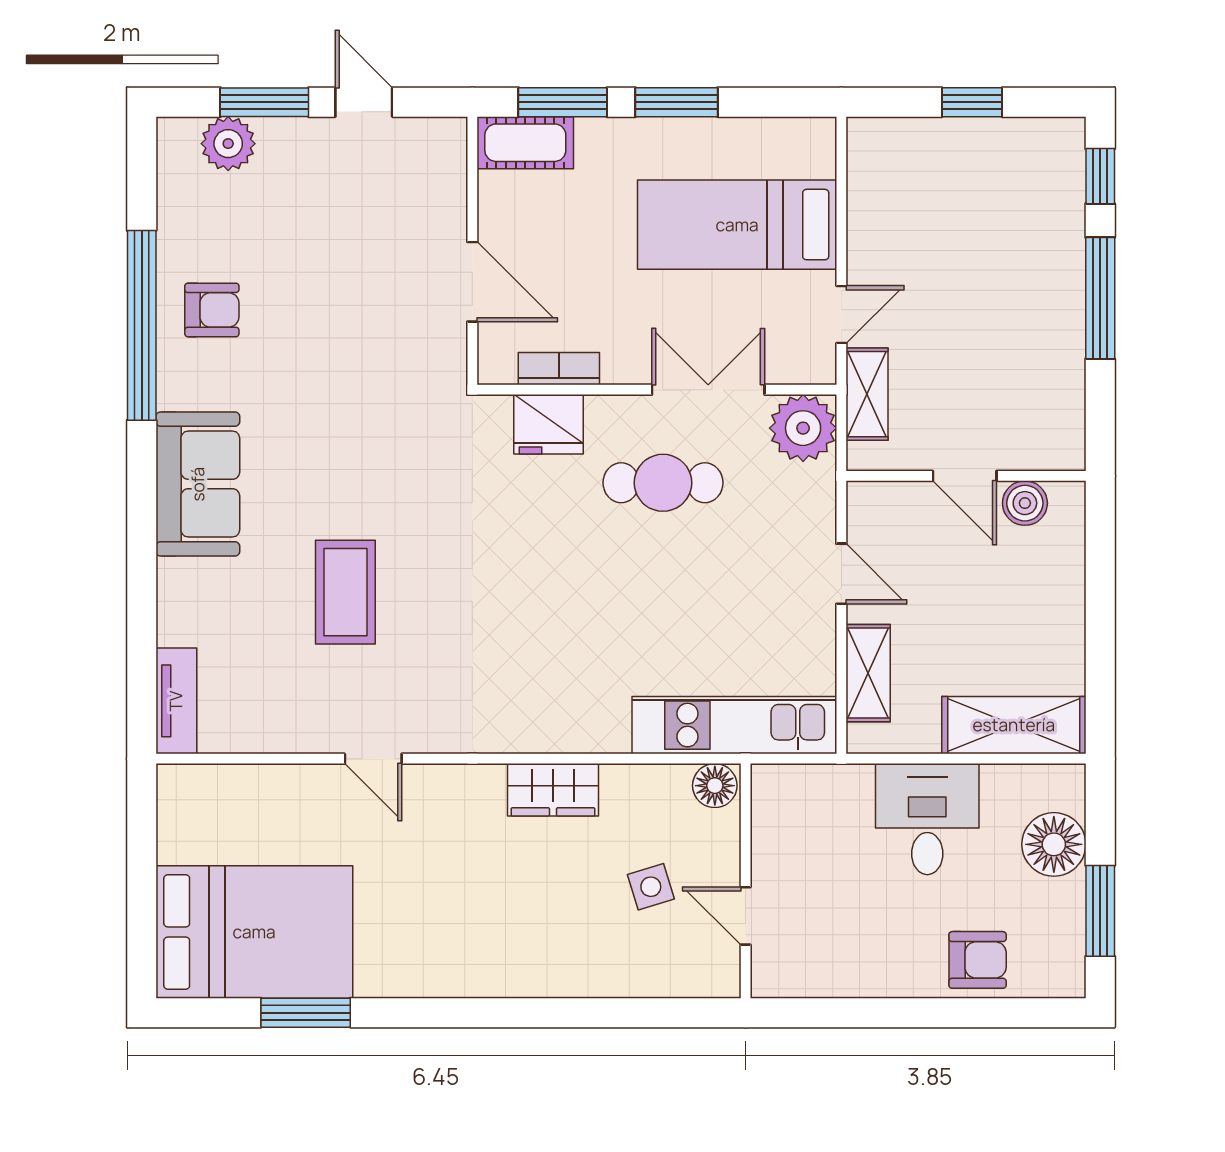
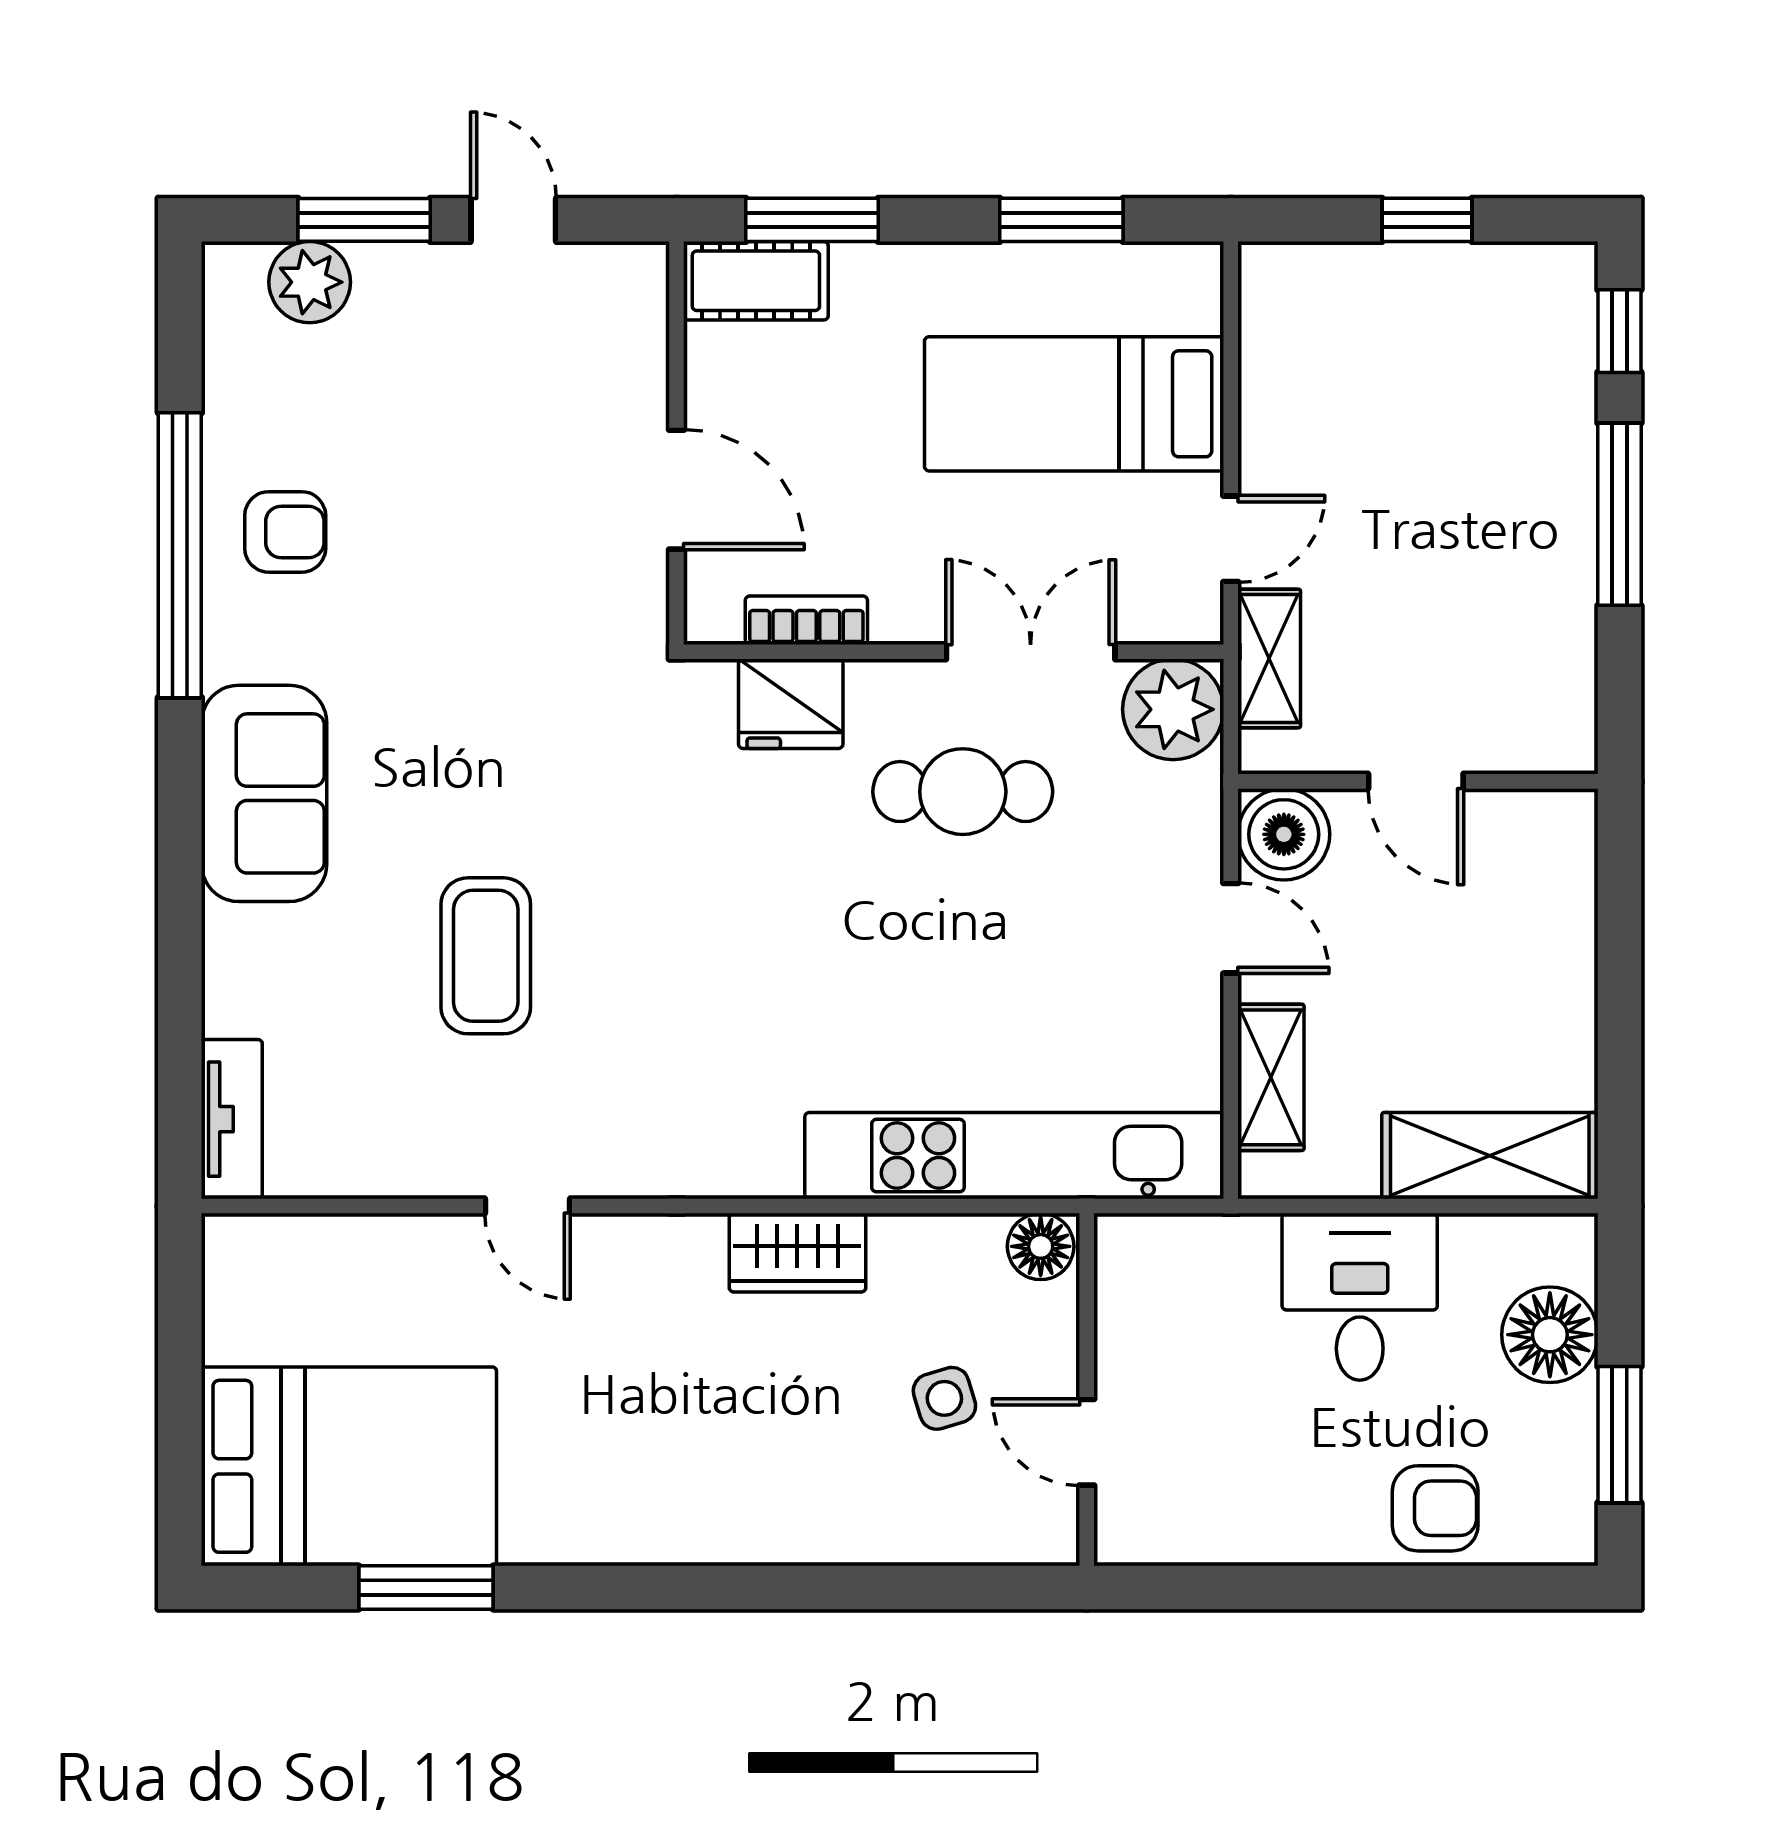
window: (677, 102) -> (1061, 220), moved
boiler: (1025, 503) -> (1284, 834), moved, width x1.36, depth x1.36
kitchen unit: (734, 725) -> (1014, 1156), width x1.36

